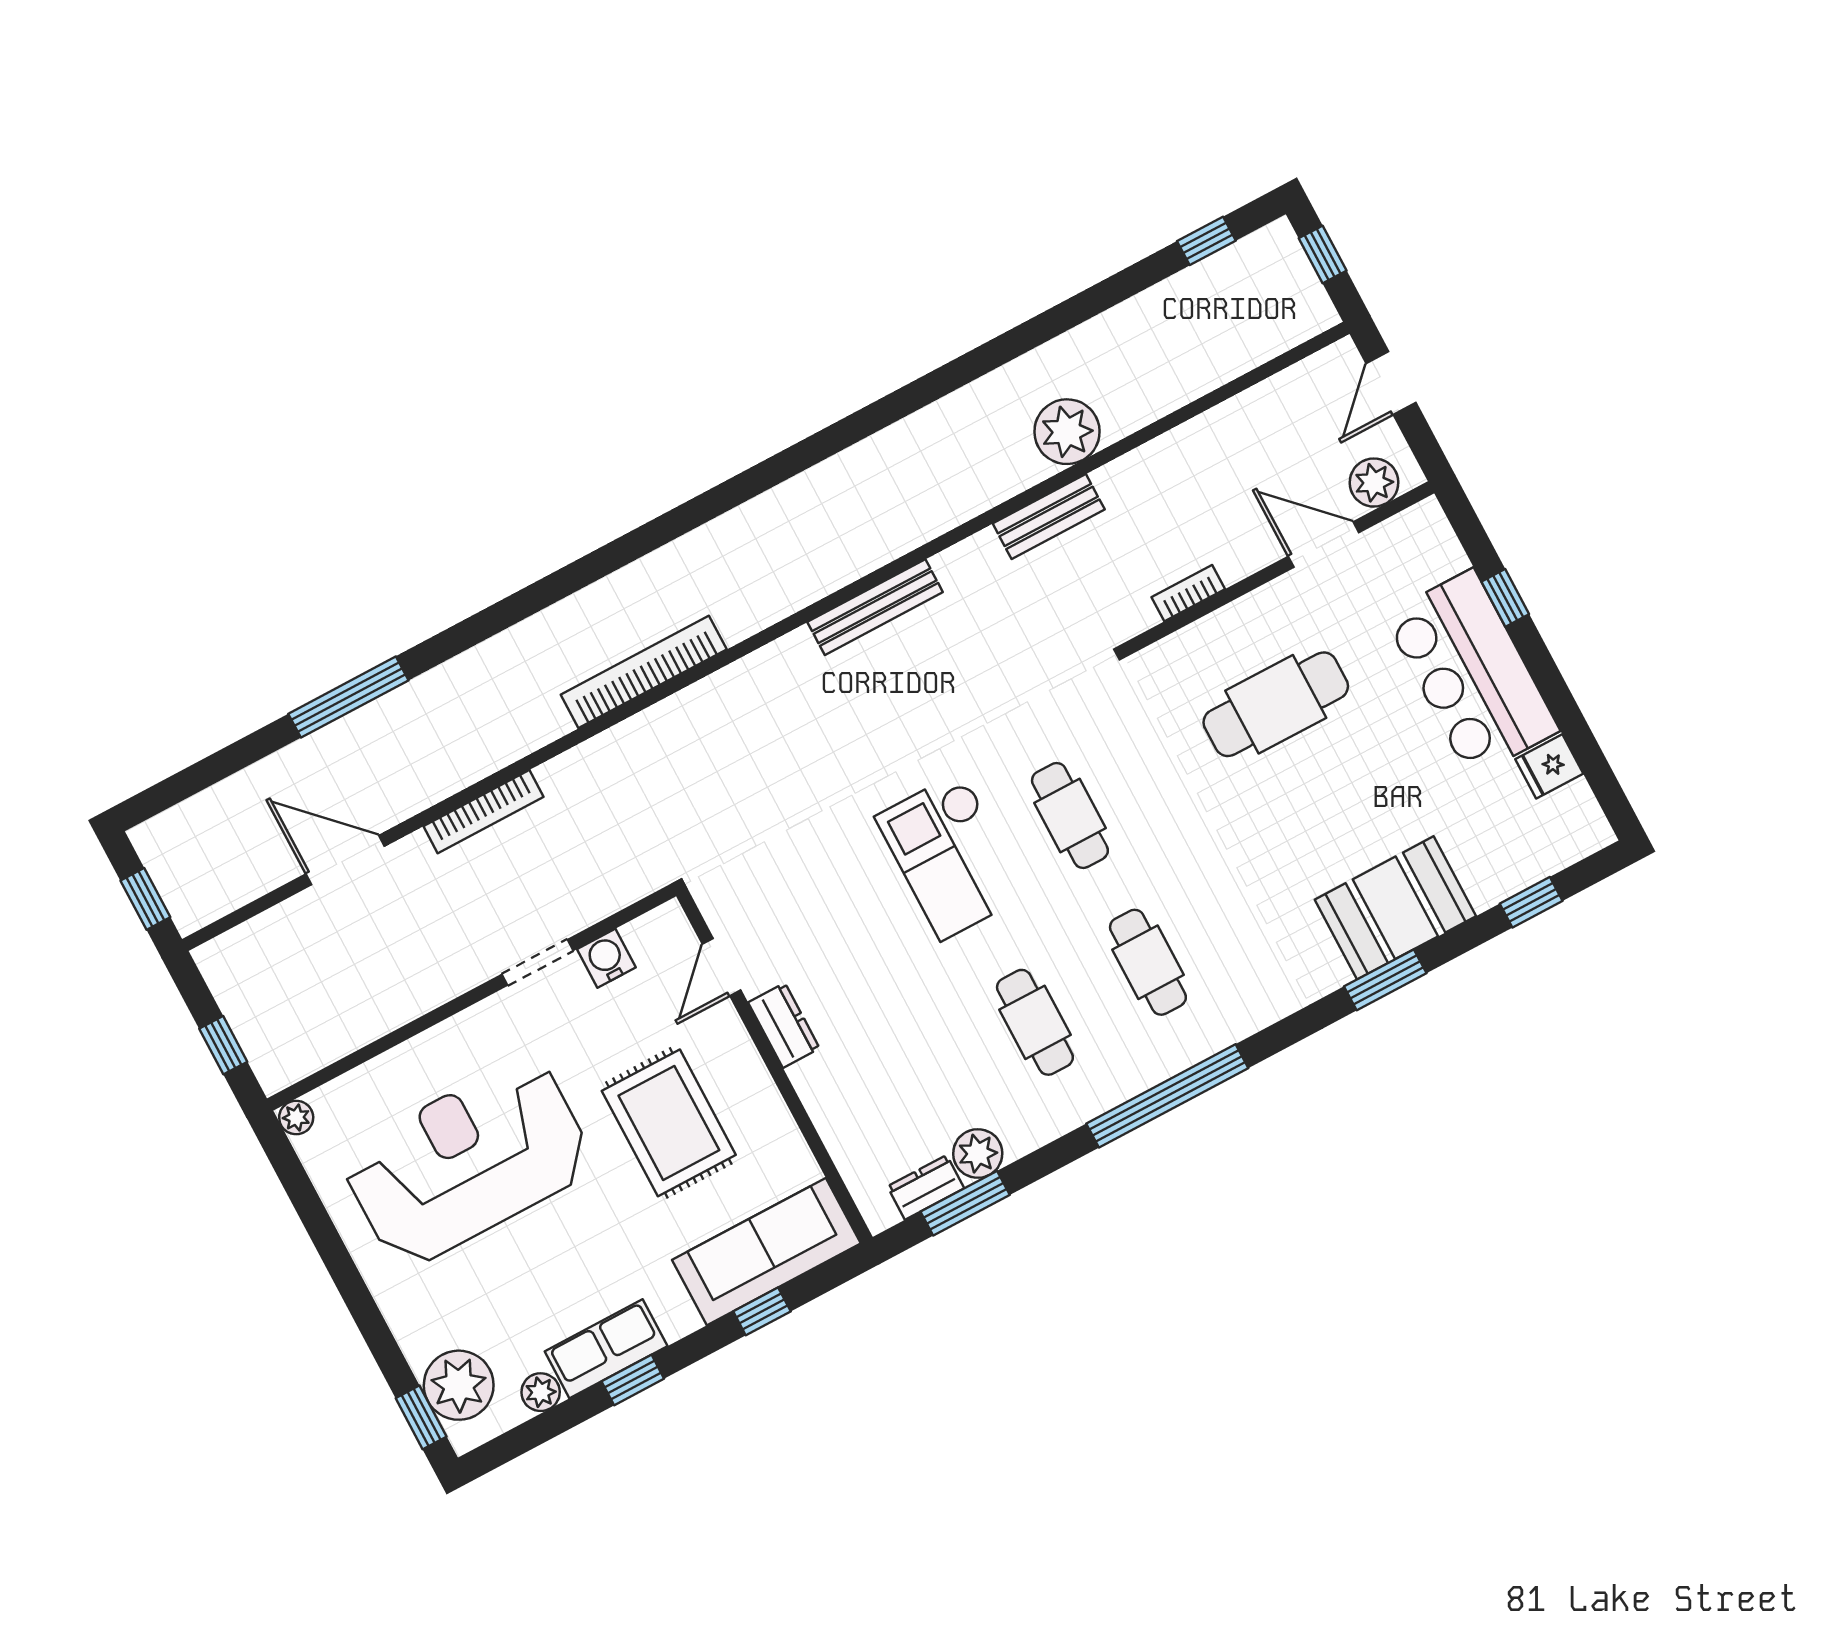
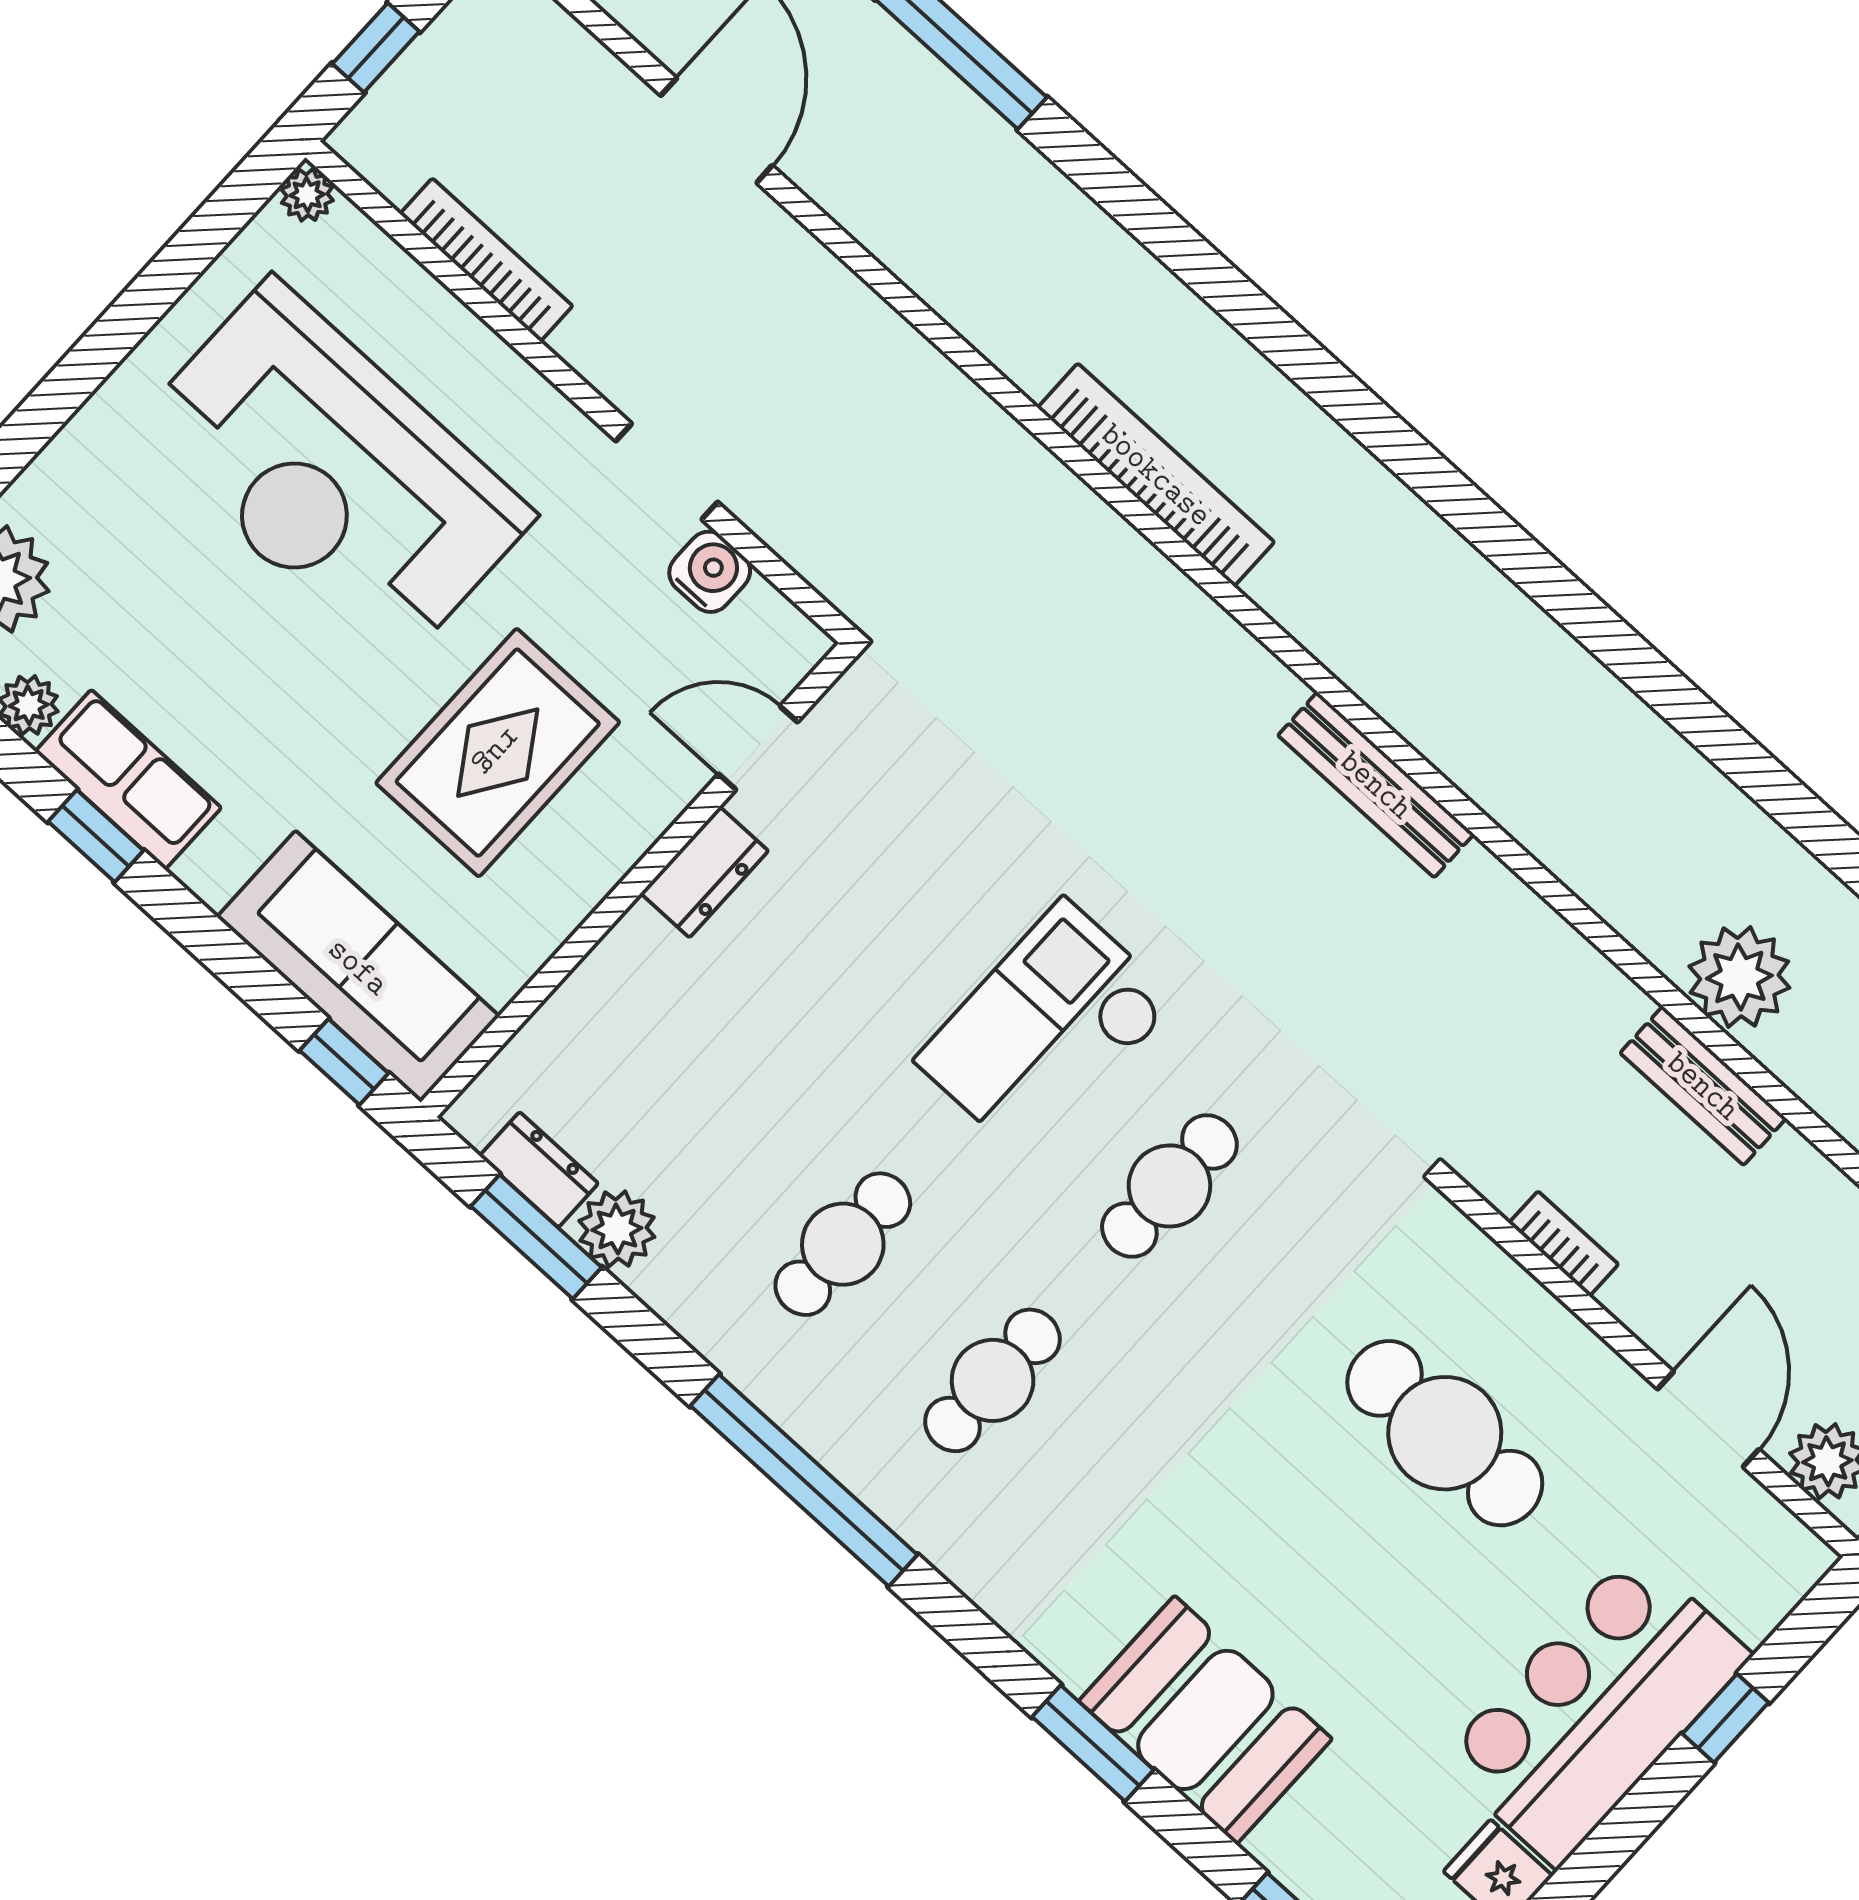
bench: (1049, 516) -> (1703, 1086), moved
bookcase: (483, 812) -> (486, 260), moved, turned 180
reception desk: (468, 1162) -> (333, 474), turned 180
window: (762, 1311) -> (344, 1062), moved

